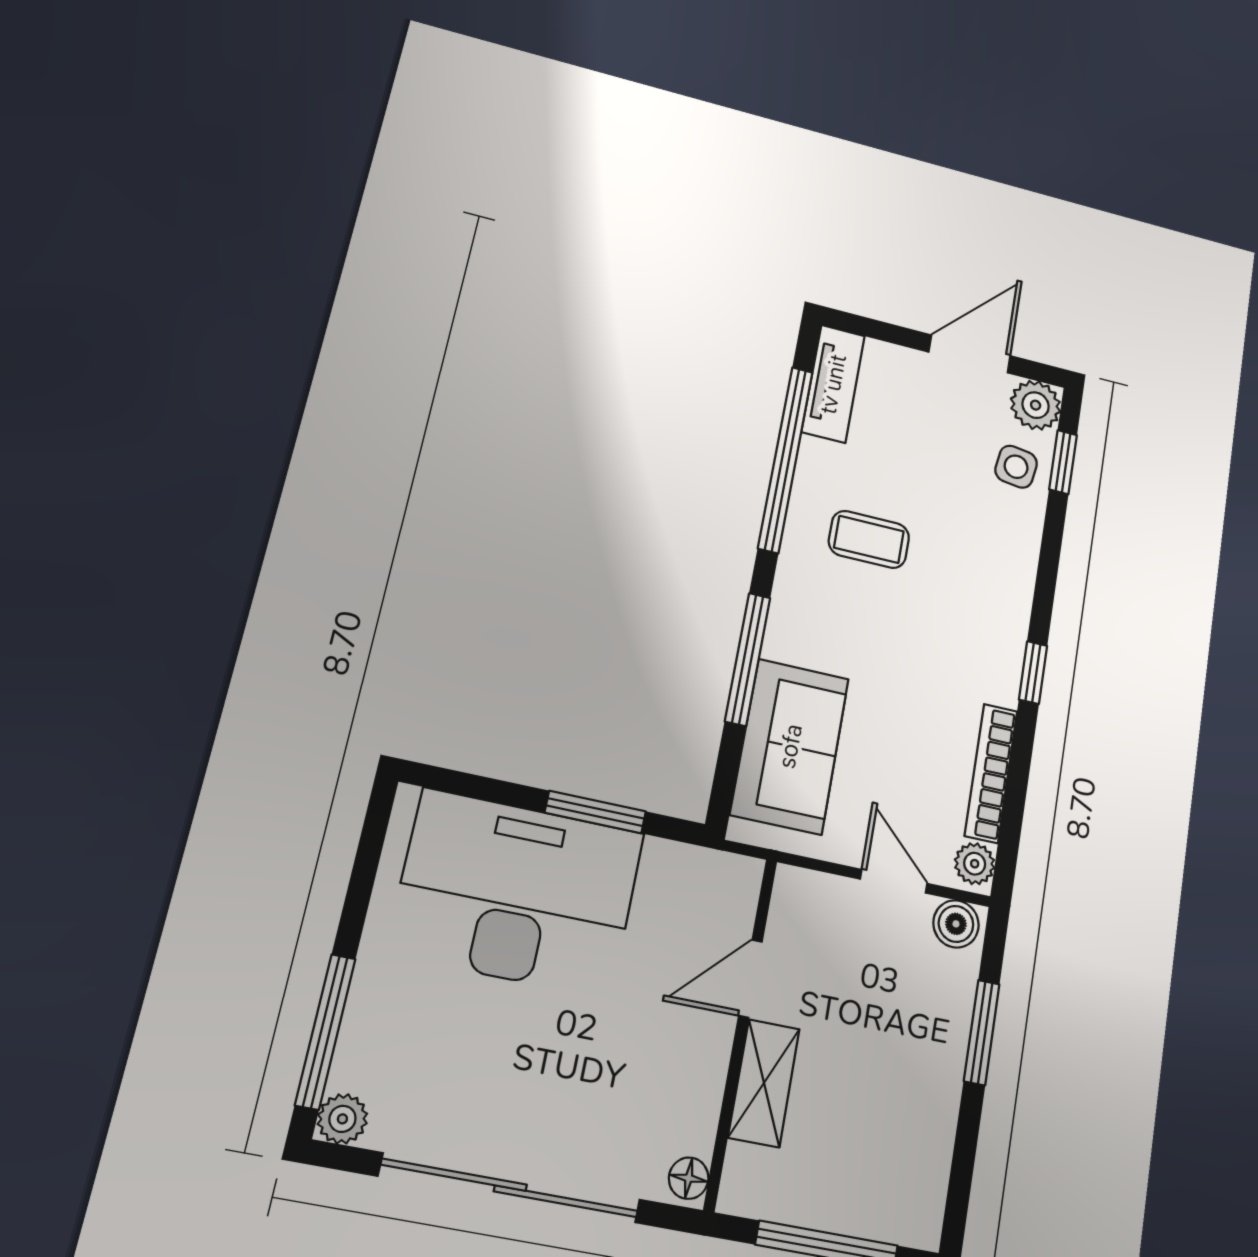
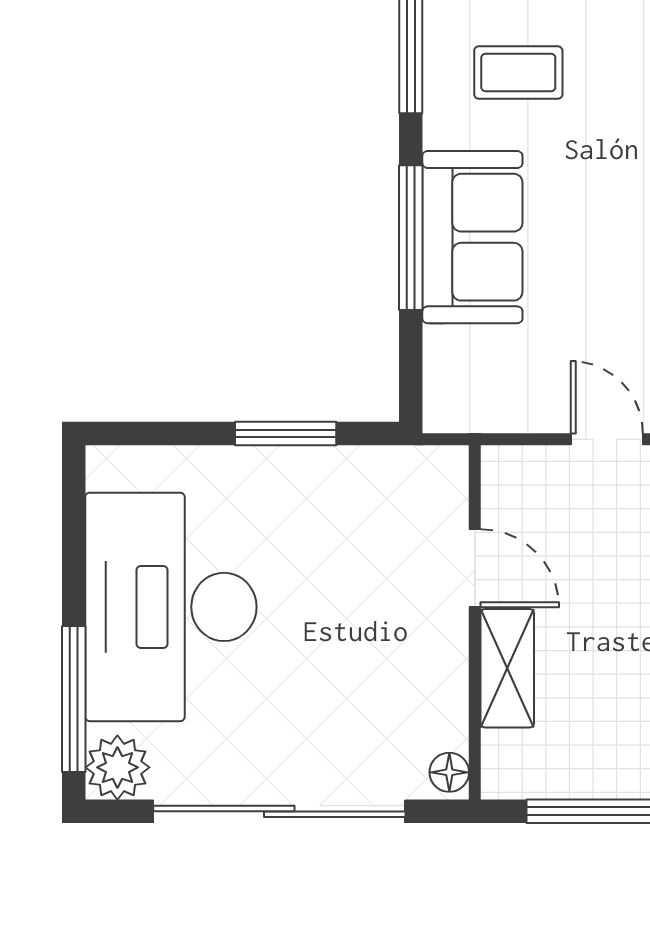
sofa: (790, 746) -> (472, 237), moved
desk: (517, 893) -> (171, 607), moved, turned -90
door: (750, 978) -> (475, 568), swing flipped
plant: (342, 1119) -> (117, 767), width x1.38, depth x1.38

